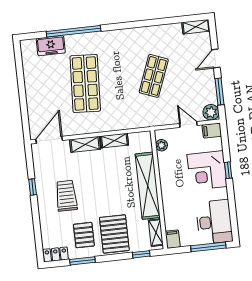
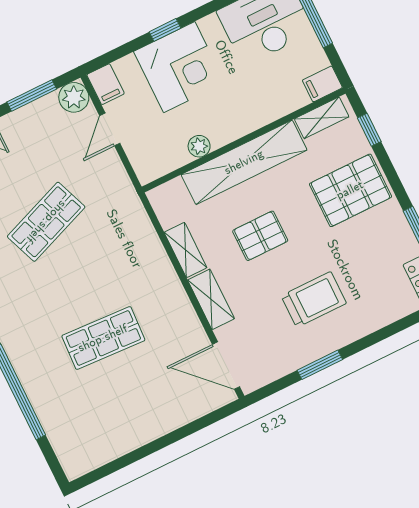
freezer: (51, 46) -> (58, 423), removed
shop shelf: (154, 76) -> (46, 222), turned -42
shop shelf: (85, 84) -> (103, 338), width x0.70, depth x0.74
plant: (162, 145) -> (199, 146), moved
window: (33, 187) -> (320, 365), width x1.50
trolley: (66, 196) -> (314, 300), turned 180
pallet: (84, 235) -> (260, 236), moved

